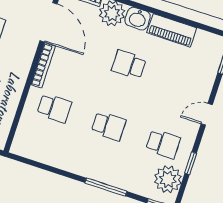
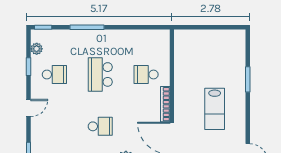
school desk: (109, 126) -> (100, 74), width x1.85
school desk: (163, 144) -> (54, 74), turned 180
plant: (168, 179) -> (37, 49), width x0.53, depth x0.53

